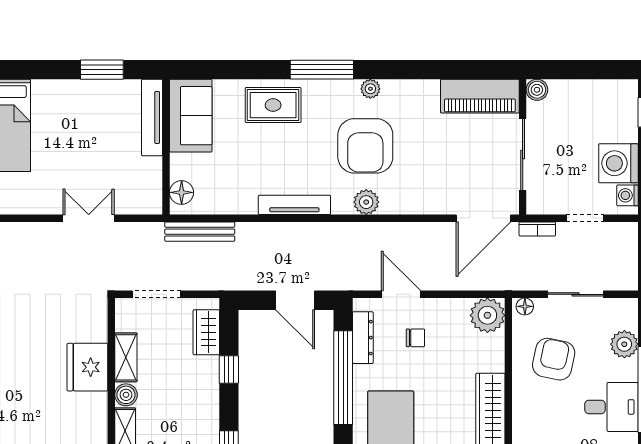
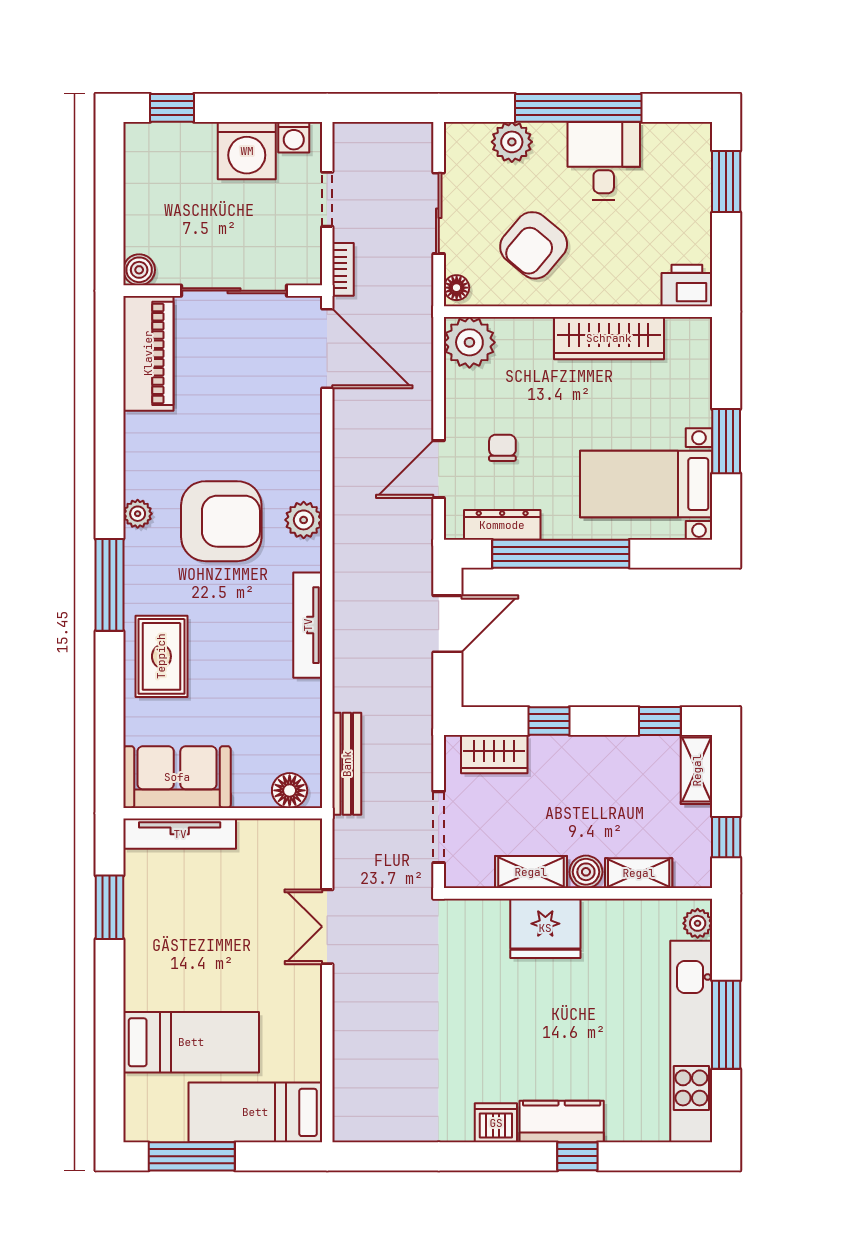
armchair: (554, 359) -> (534, 245), turned -62

